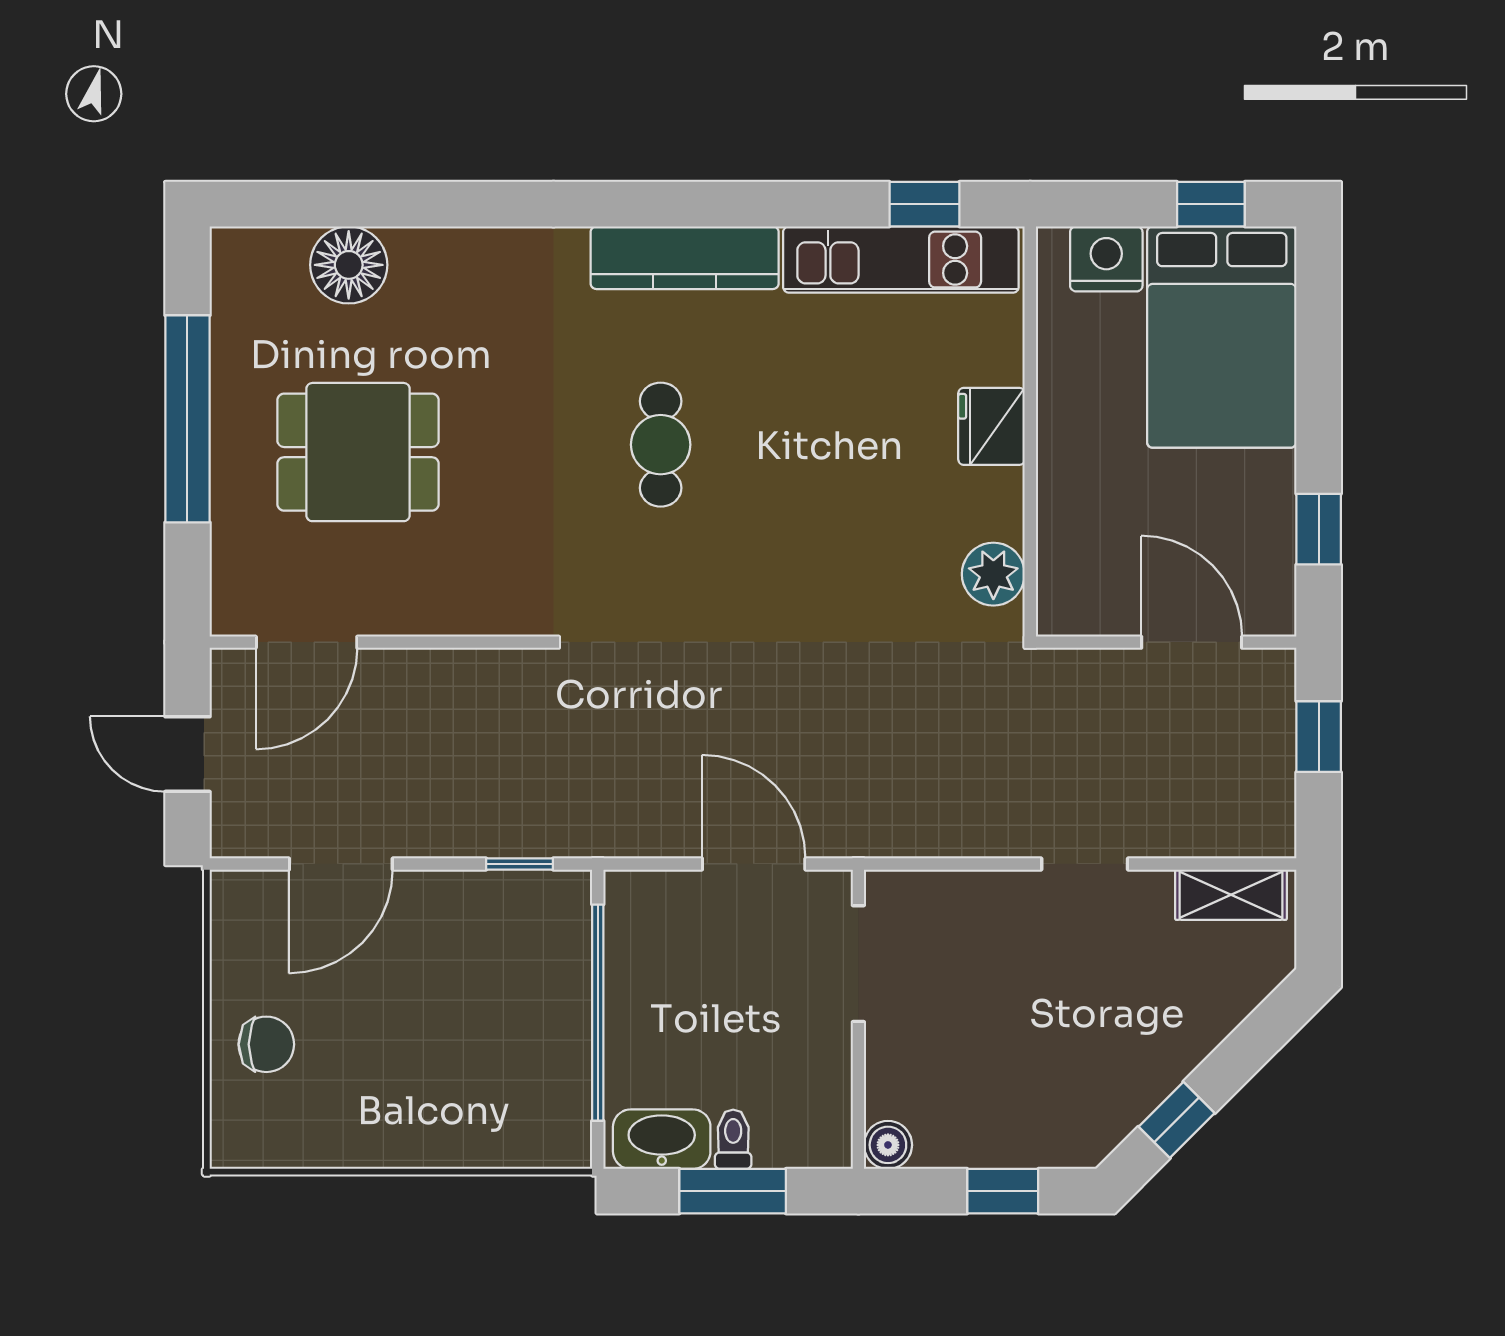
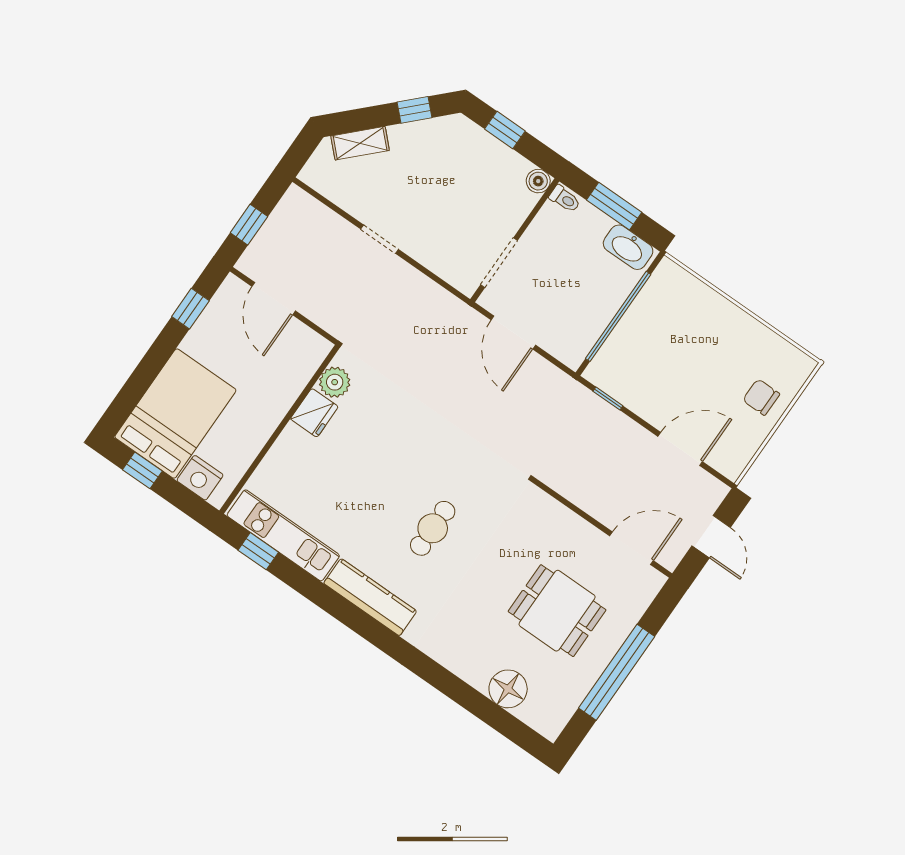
fridge: (991, 426) -> (314, 413), moved
shelving: (1231, 895) -> (360, 143), moved, turned -45
toilet: (733, 1139) -> (565, 199), moved, turned -90

